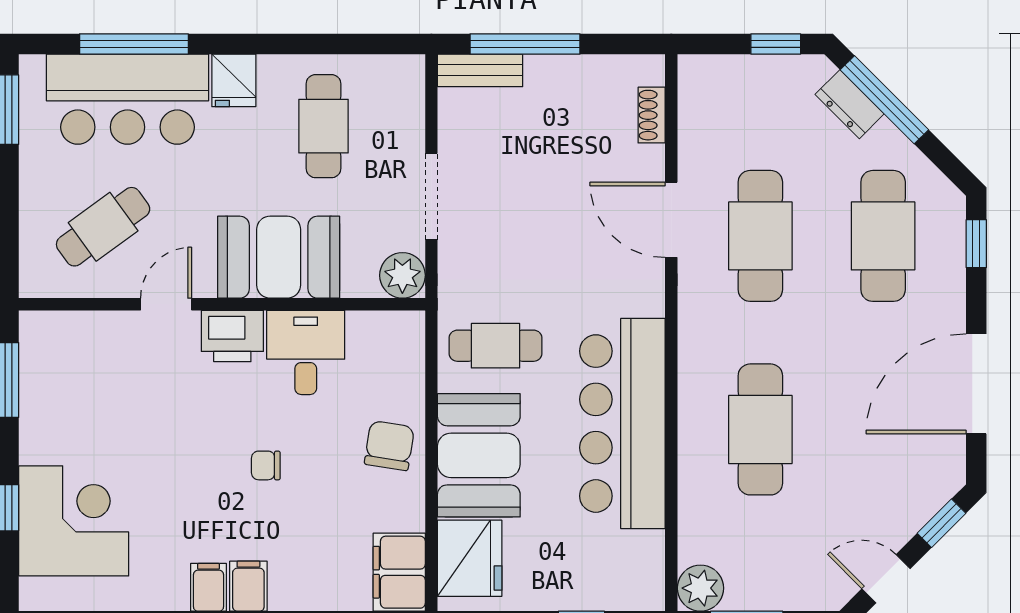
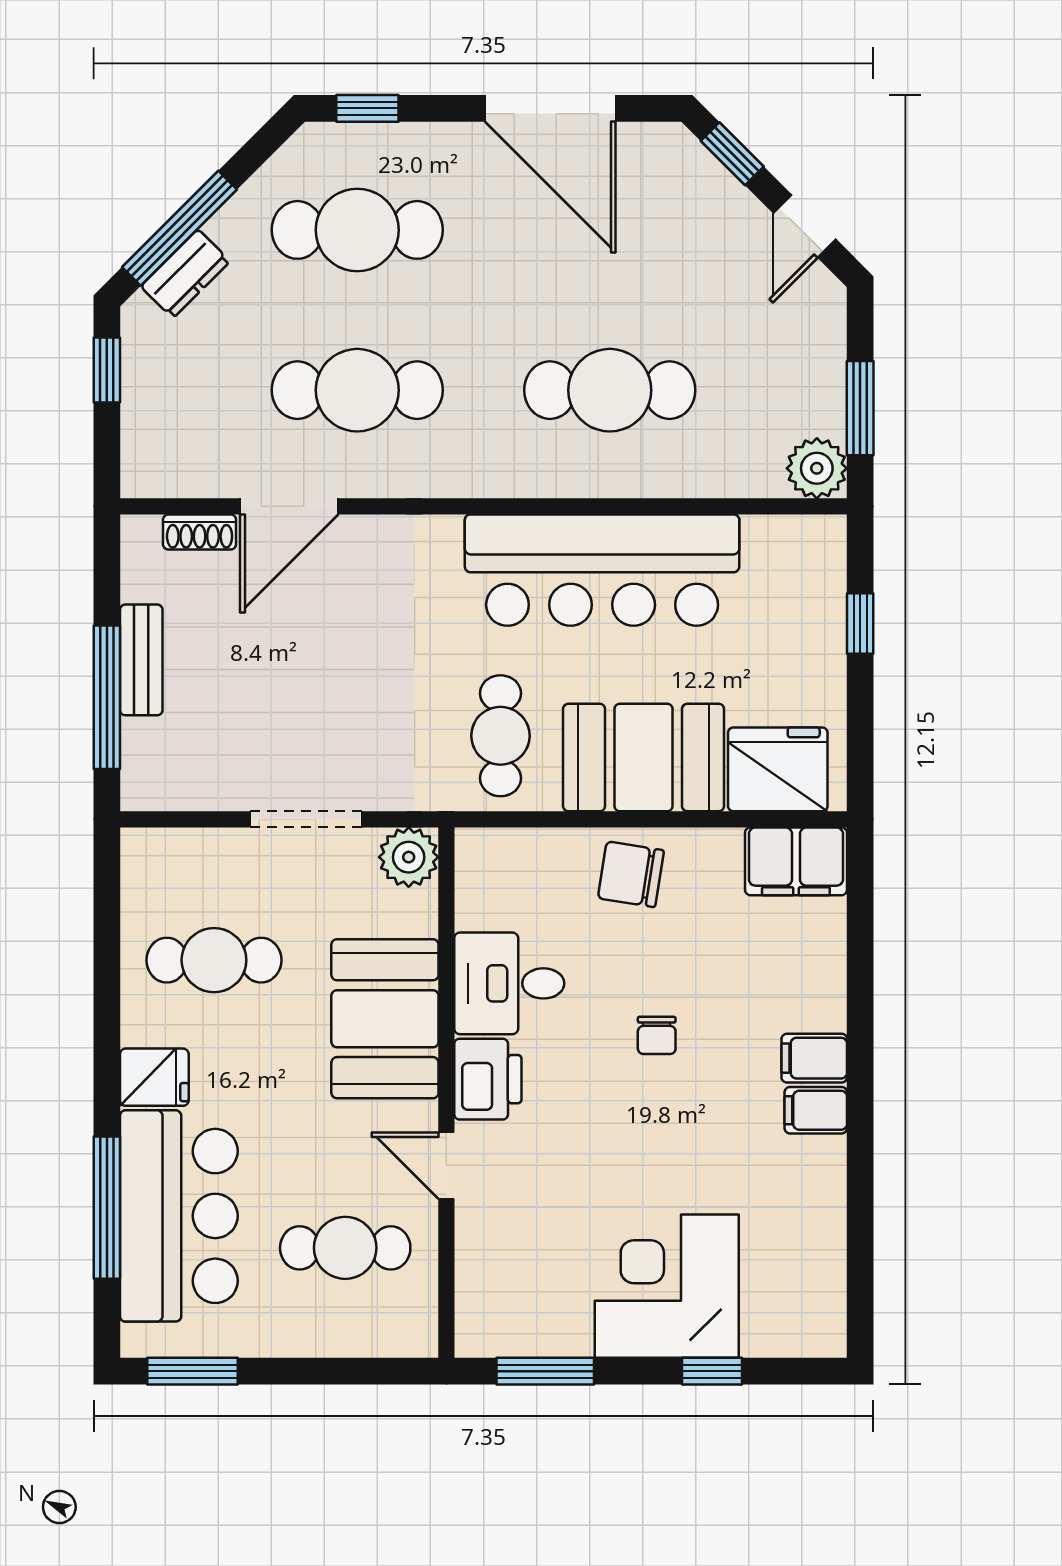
bench: (480, 70) -> (141, 660), moved
door: (671, 220) -> (289, 506), moved
cafe table: (103, 227) -> (345, 1248), turned -54
corner desk: (74, 521) -> (667, 1286), moved

